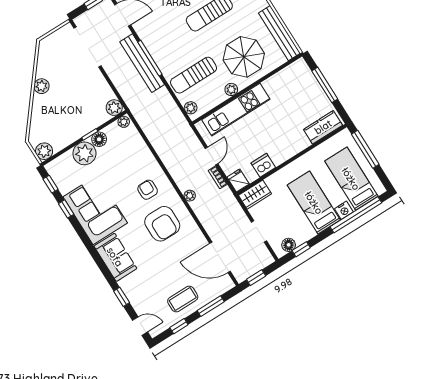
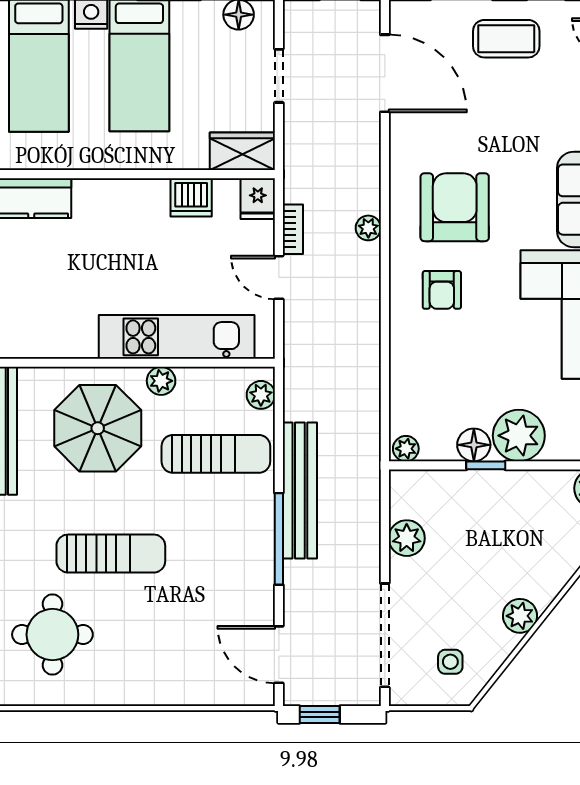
side table: (57, 53) -> (450, 662), added
bench: (142, 63) -> (300, 490), moved
plant: (114, 108) -> (407, 538), moved
door: (212, 156) -> (279, 277), hinge flipped

